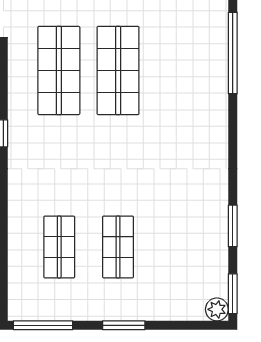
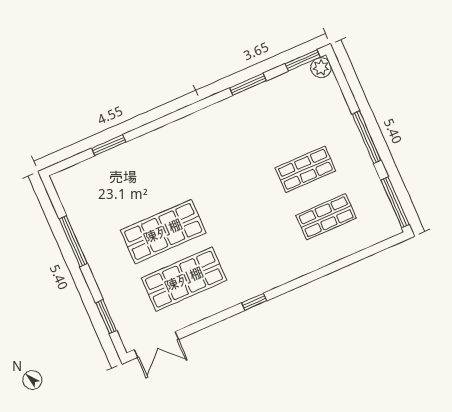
window: (233, 53) -> (109, 145), width x0.47
window: (124, 325) -> (367, 137), width x1.44

